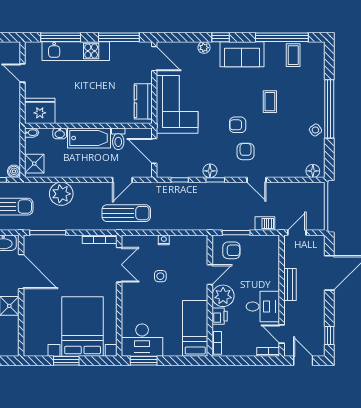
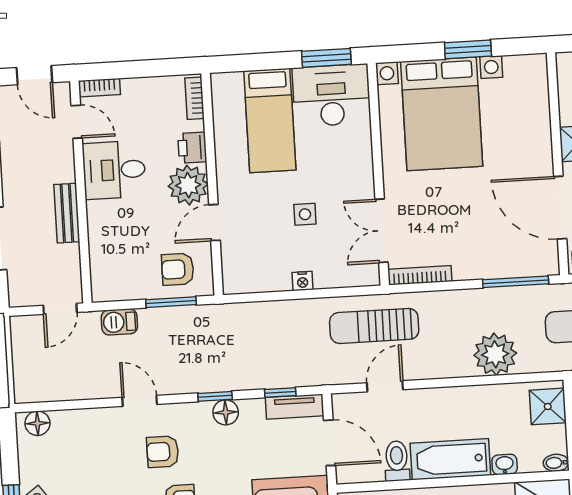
armchair: (246, 151) -> (163, 452), turned 90
tv unit: (172, 172) -> (295, 407), added
bed: (195, 328) -> (270, 120), moved

